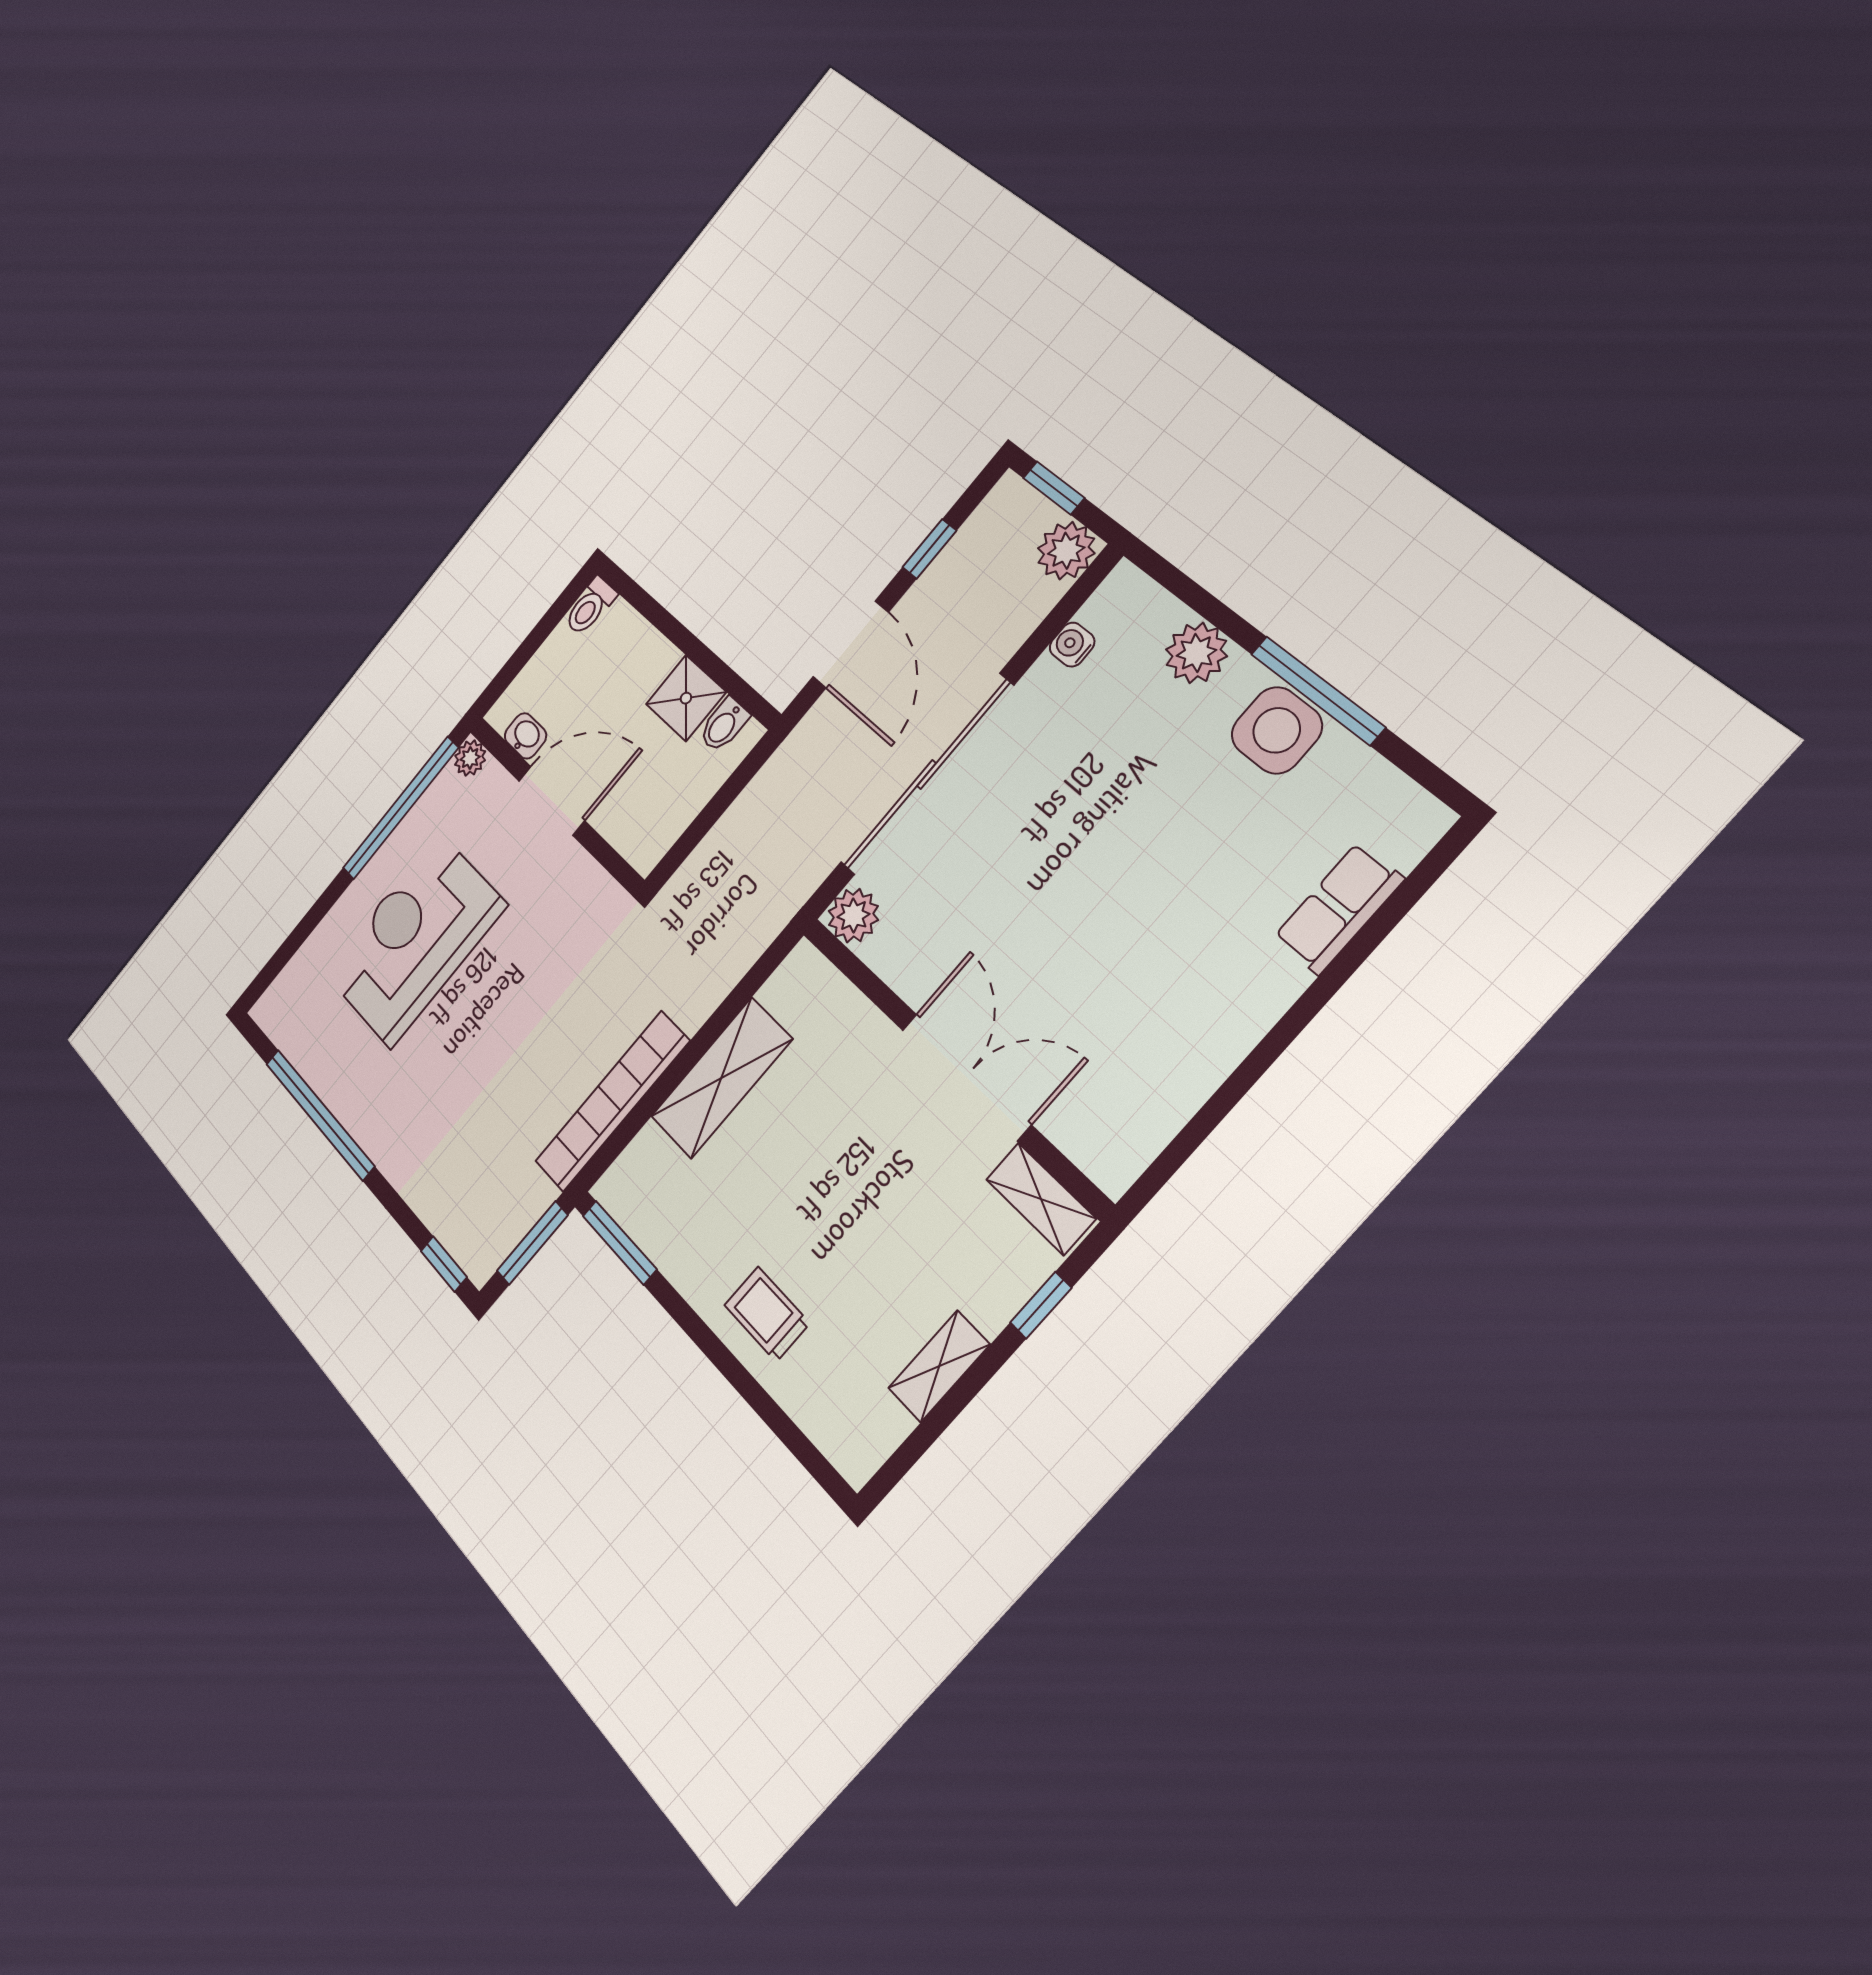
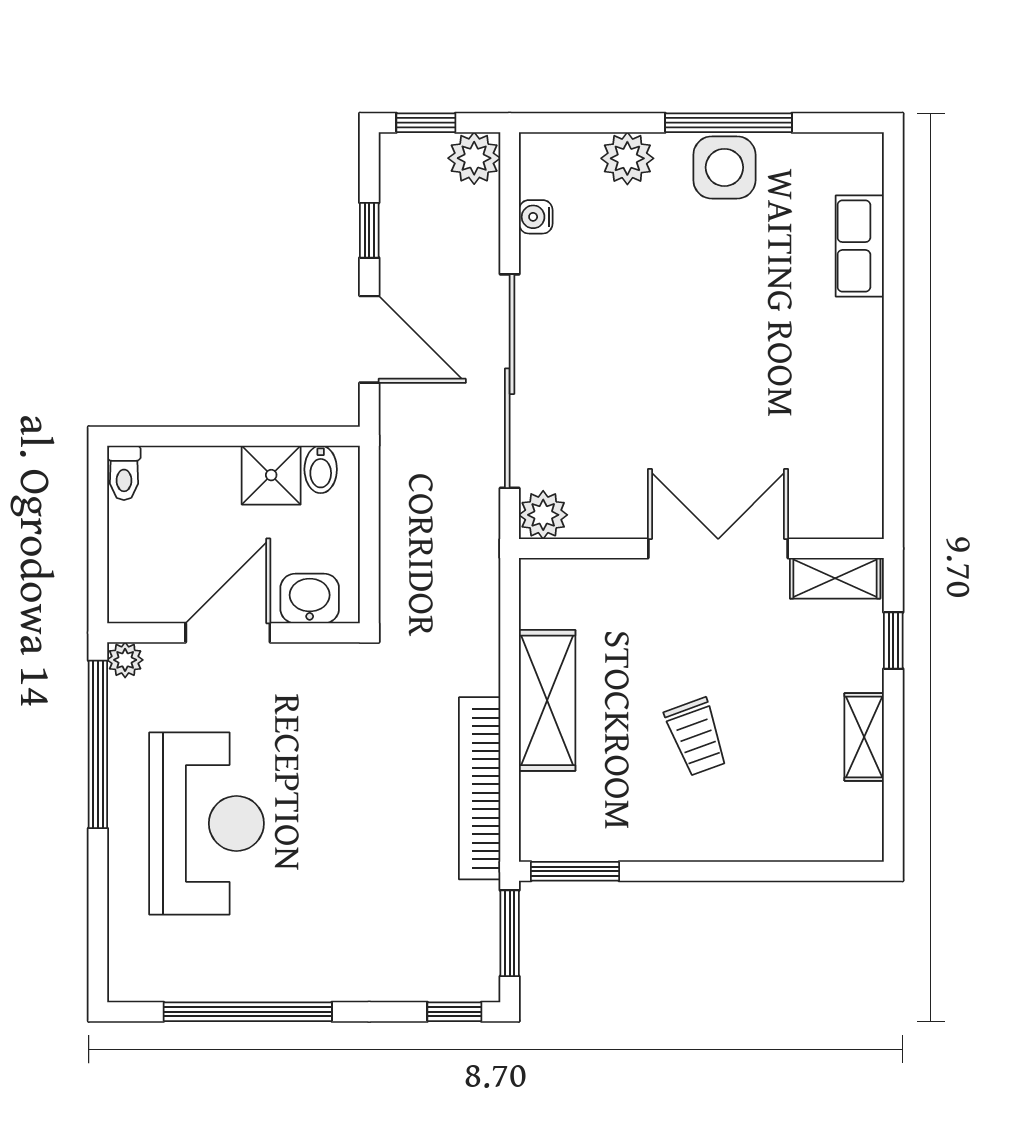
washbasin: (525, 736) -> (310, 598), moved, width x1.38, depth x1.45
reception desk: (415, 940) -> (207, 823), turned 180
trolley: (767, 1314) -> (696, 737), moved, turned -110

